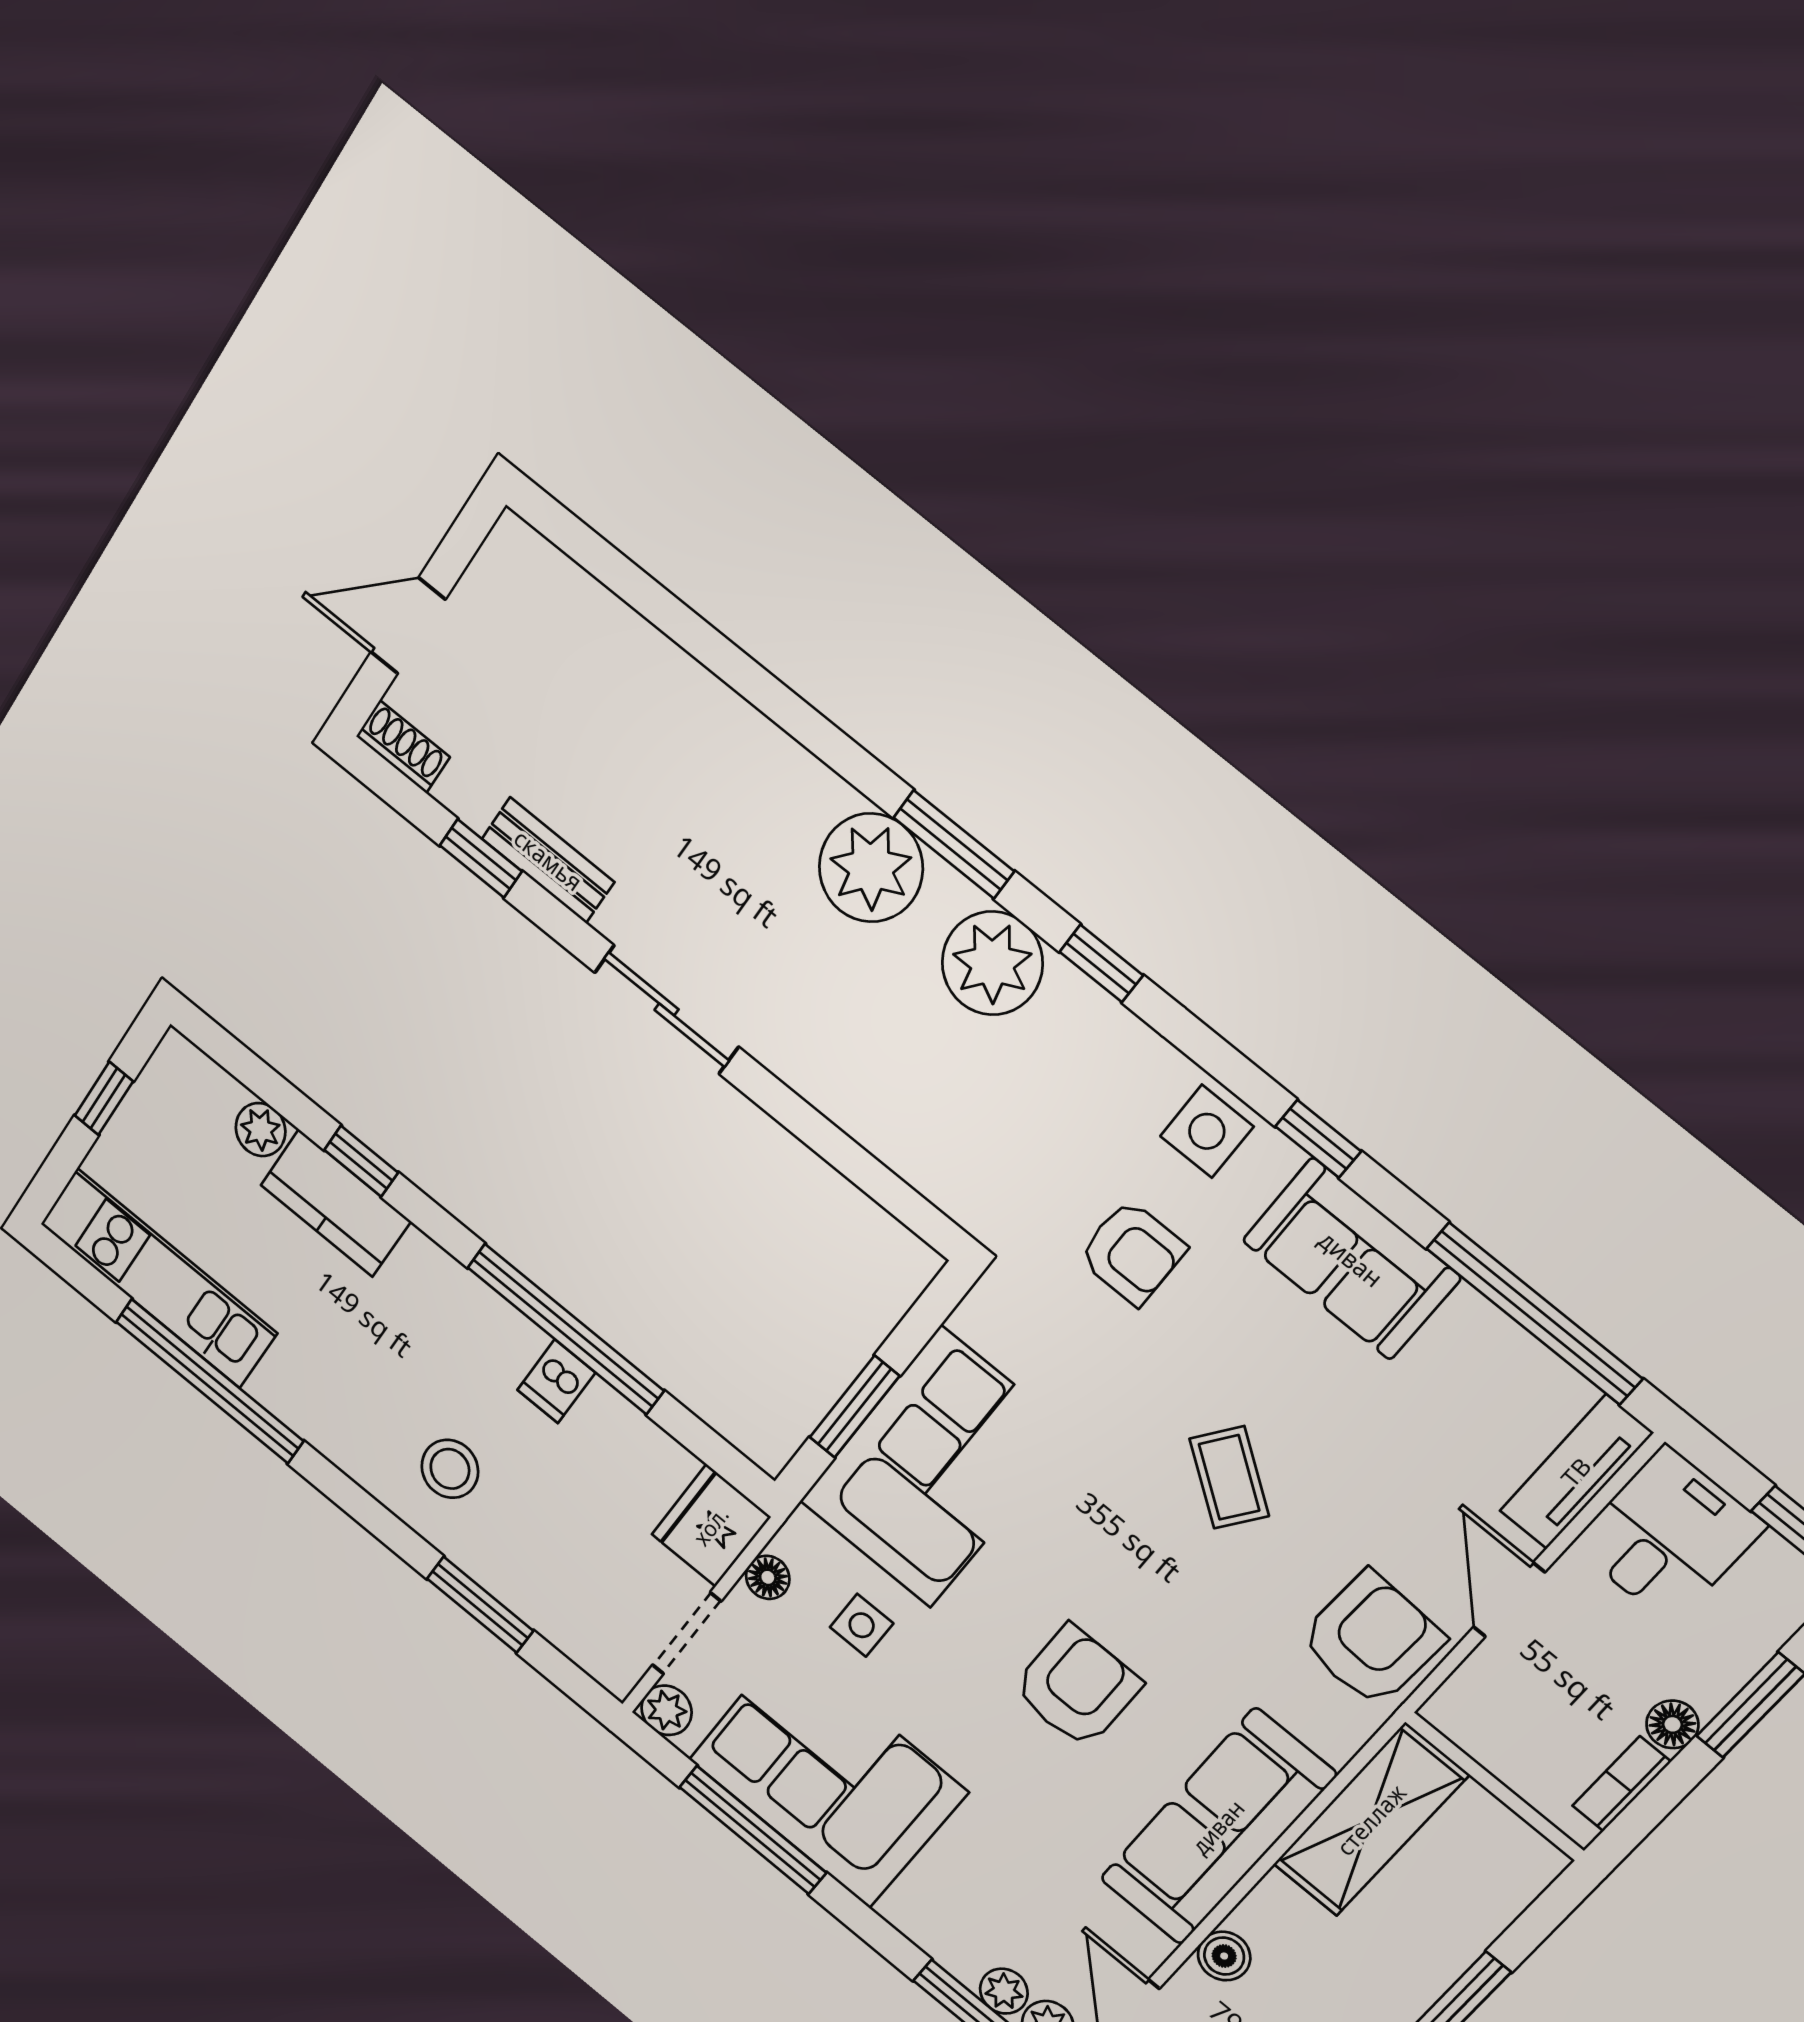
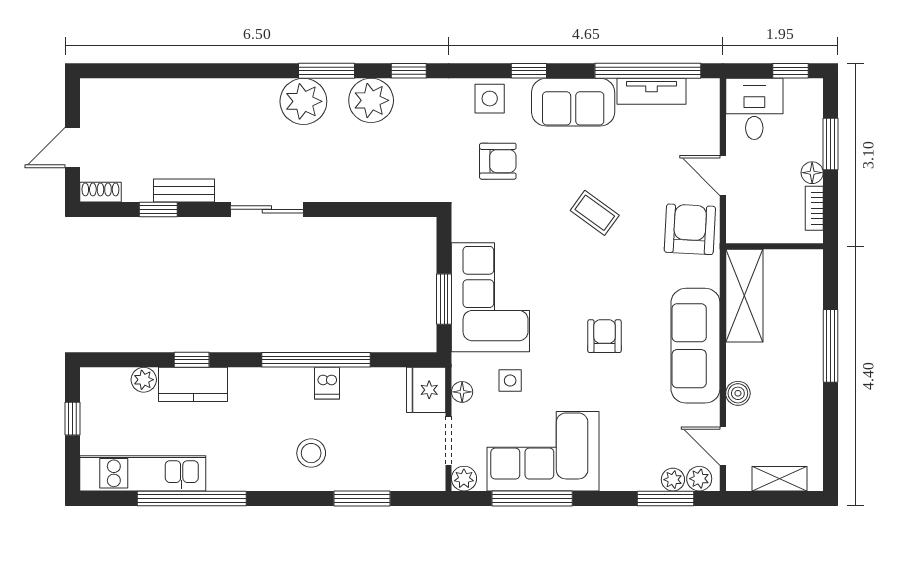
tv unit: (1576, 1472) -> (652, 91), moved, turned -90
armchair: (1077, 1687) -> (604, 336), width x0.72, depth x0.72

